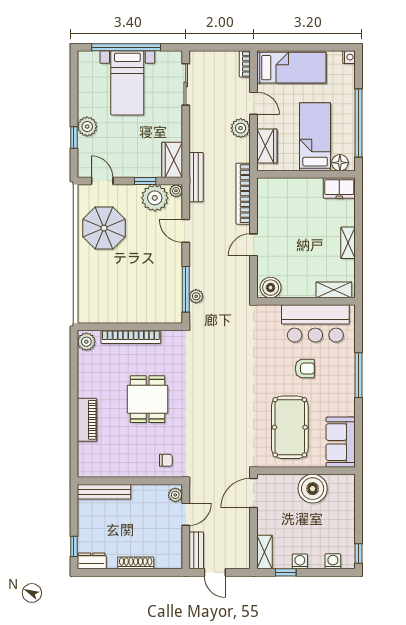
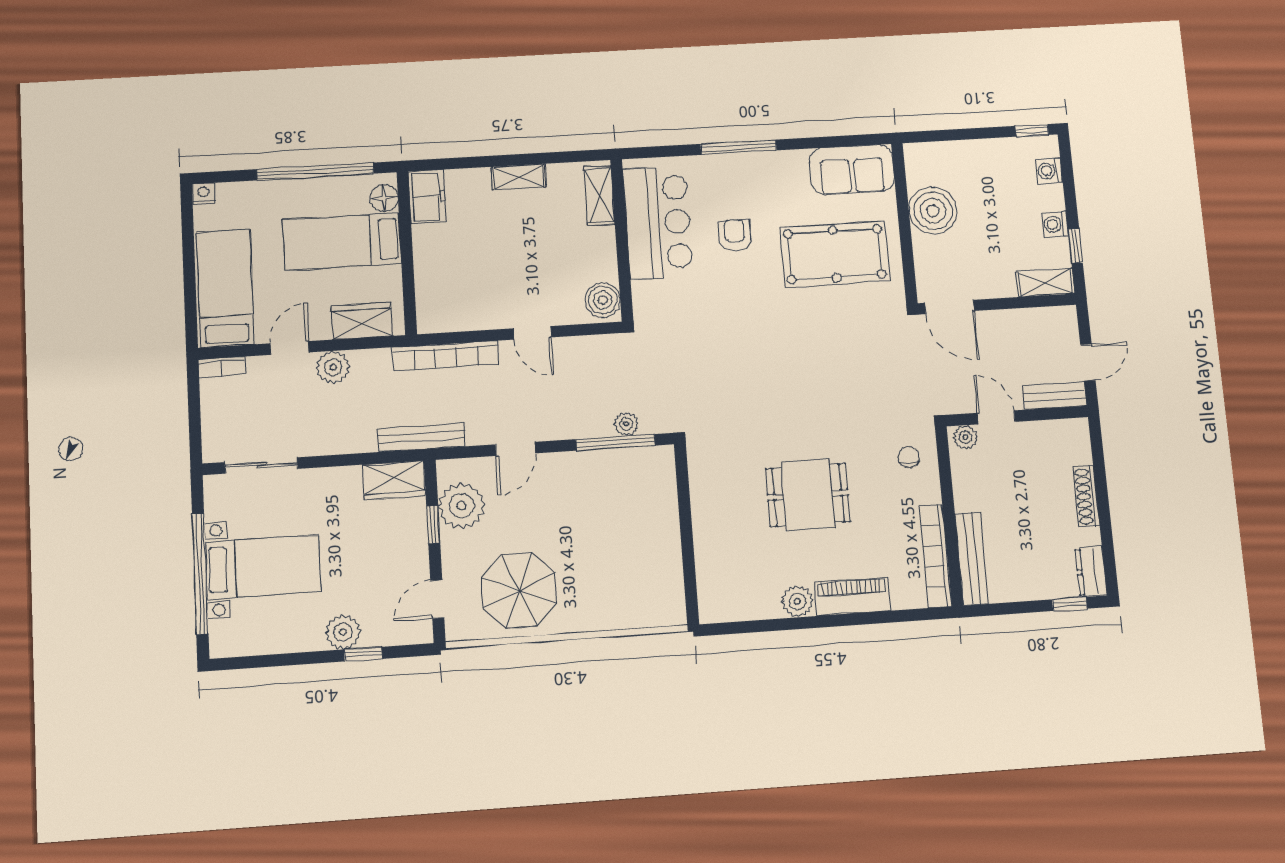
plant: (176, 191) -> (447, 470), removed
bookcase: (131, 337) -> (936, 556), moved, turned 180
plant: (86, 342) -> (797, 602), moved

